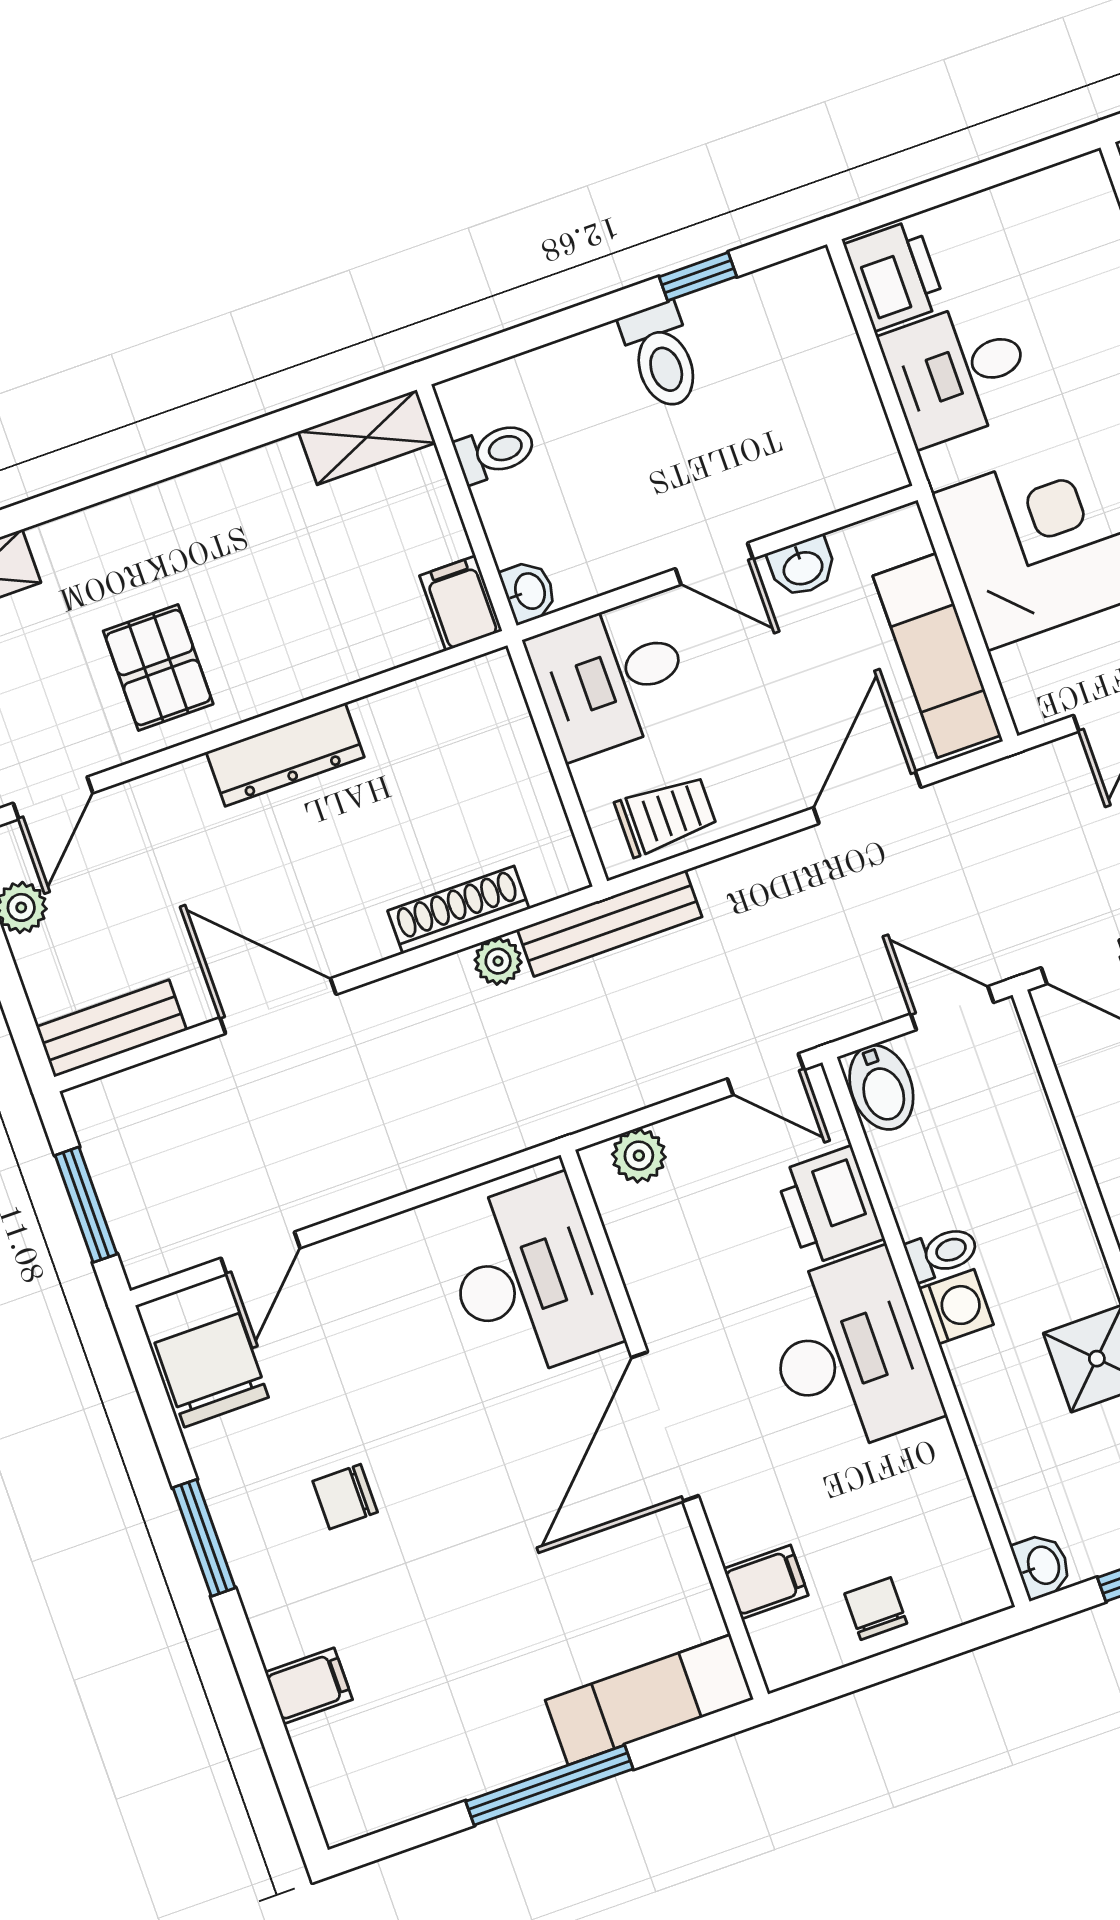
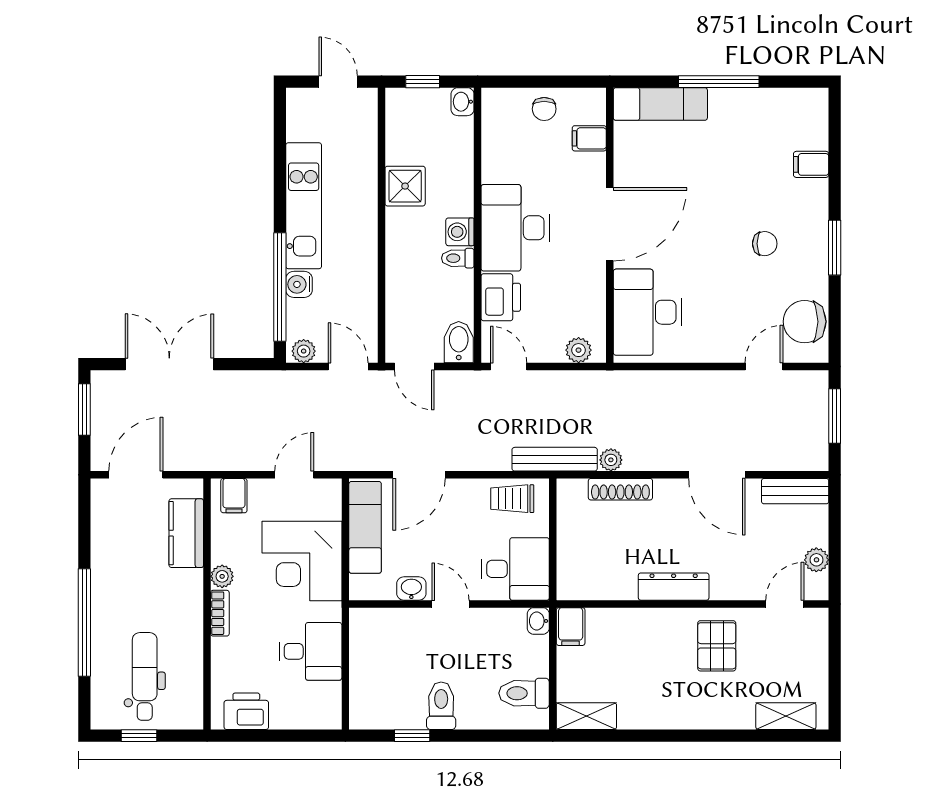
printer: (895, 275) -> (246, 711), moved, turned 90
toilet: (495, 452) -> (524, 693), width x1.37, depth x1.39
chair: (212, 1370) -> (805, 322), turned 90

